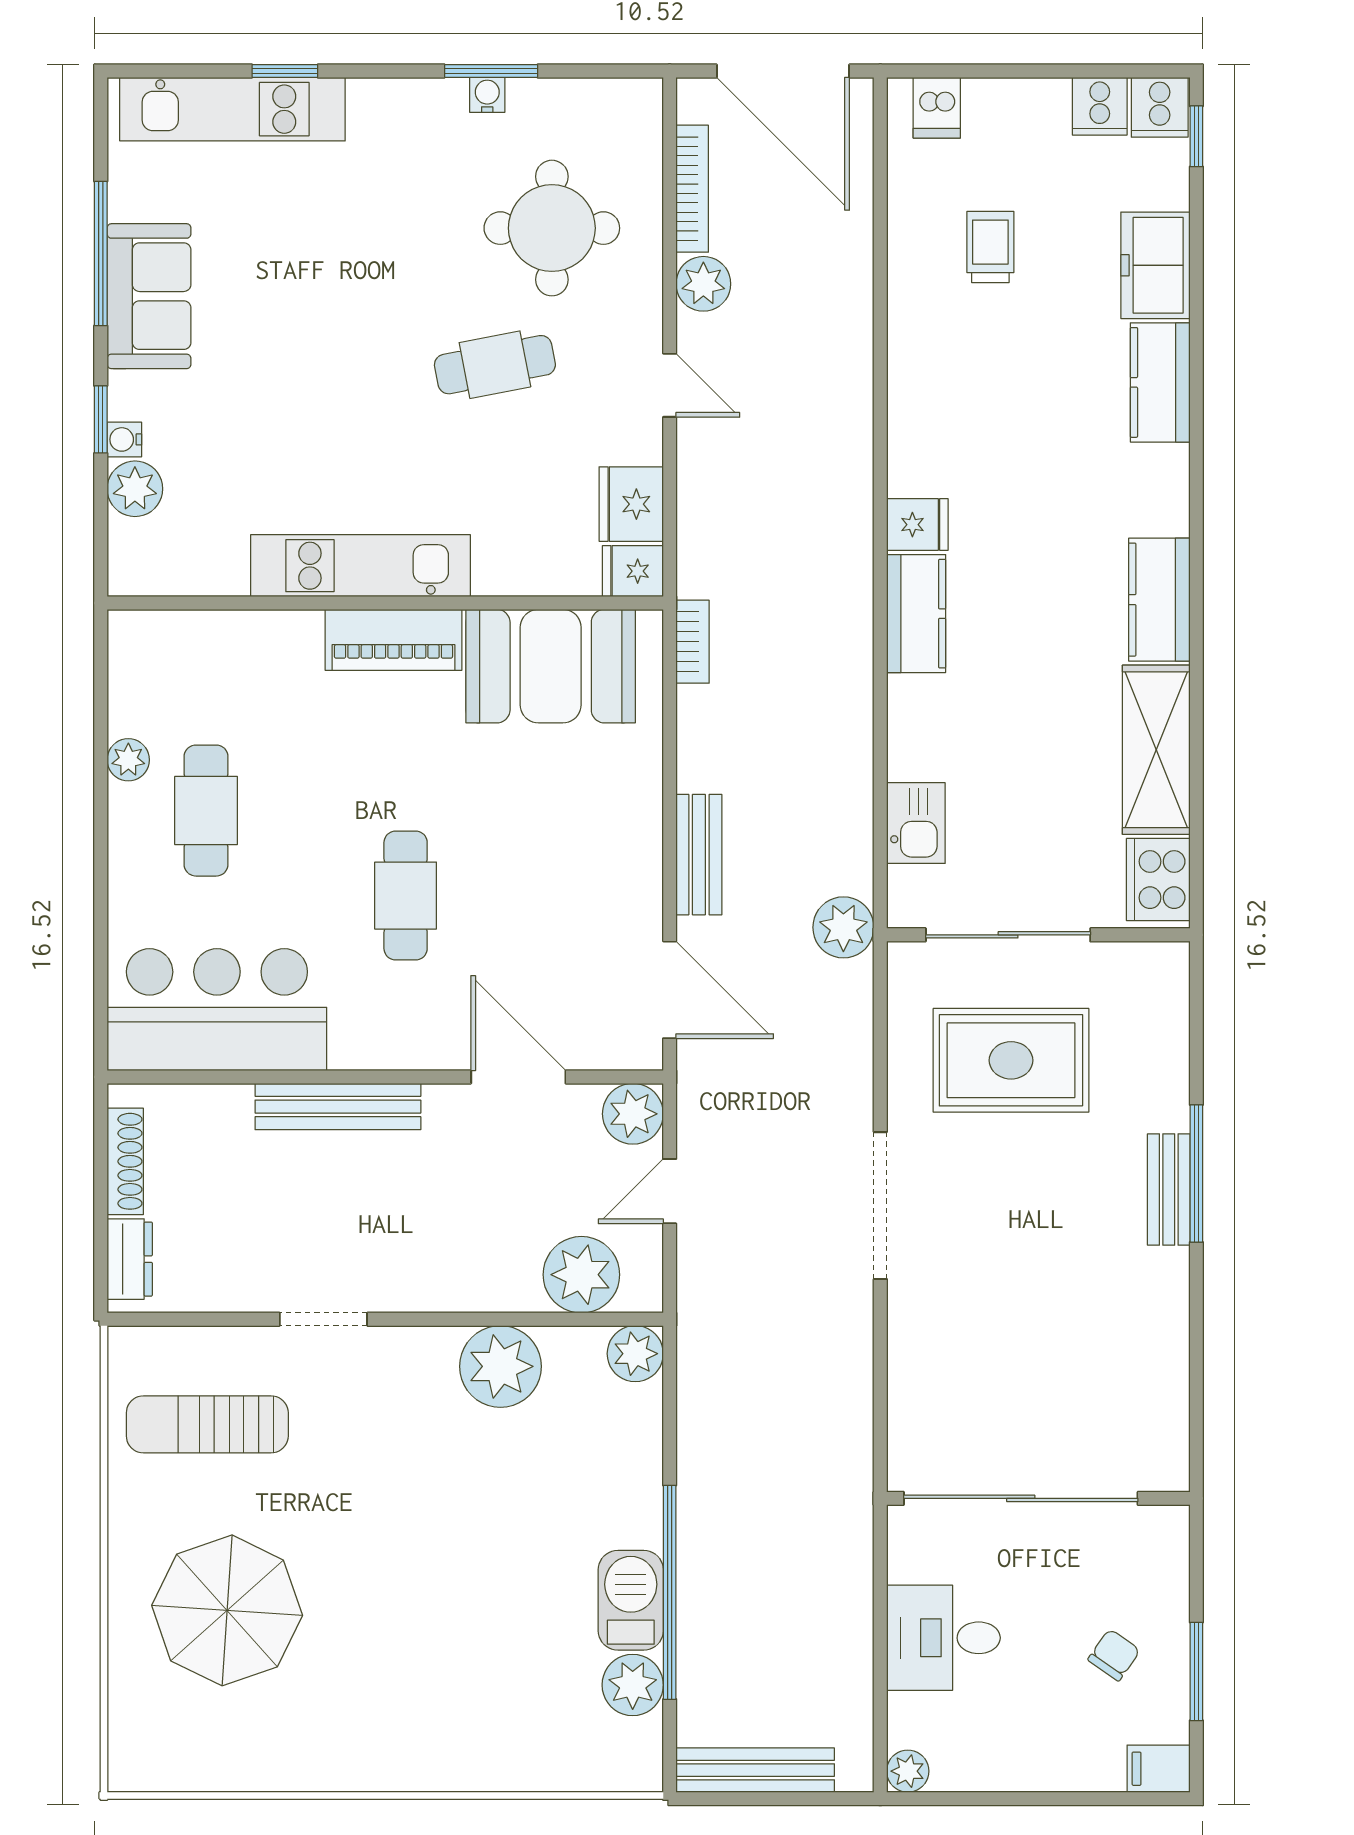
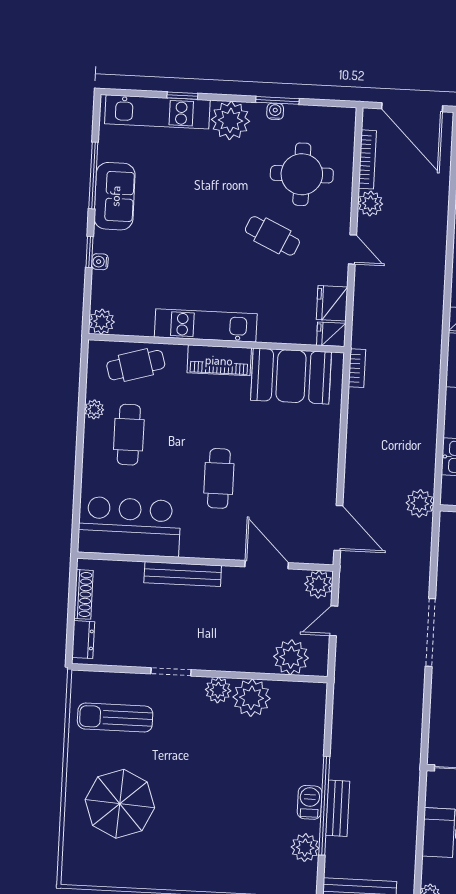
plant: (391, 119) -> (230, 120), added
cafe table: (495, 365) -> (272, 236), turned 36
plant: (135, 489) -> (102, 322), moved
cafe table: (213, 659) -> (136, 365), added
bench: (699, 855) -> (338, 808), moved
plant: (635, 1354) -> (218, 690), moved
barbecue: (631, 1600) -> (310, 802), width x0.73, depth x0.79

